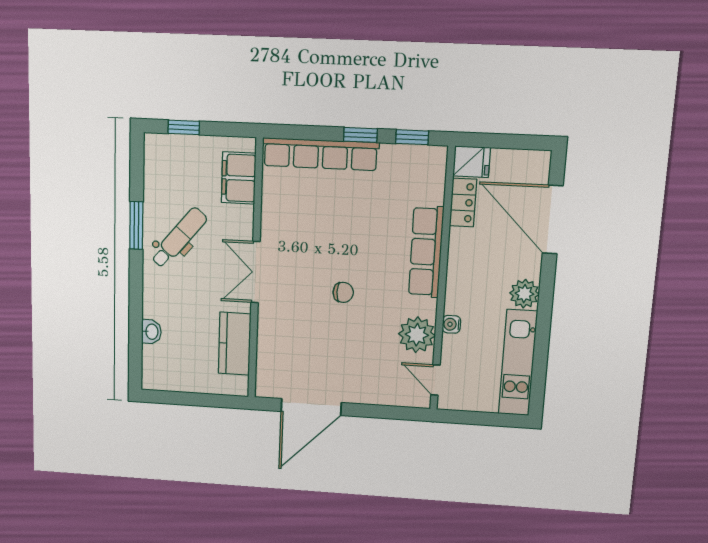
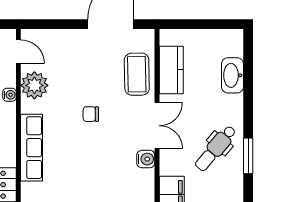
water cooler: (272, 228) -> (146, 159), added
washbasin: (151, 332) -> (232, 75), width x1.91, depth x1.45
coffee table: (280, 341) -> (137, 74), added

